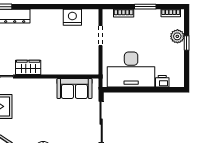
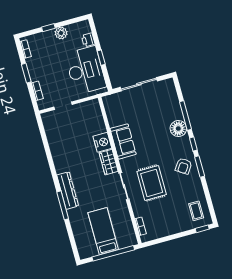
nightstand: (72, 17) -> (102, 142), moved, turned 180
plant: (177, 36) -> (61, 33), moved
sofa: (74, 88) -> (123, 141), moved
window: (140, 90) -> (101, 58), added

